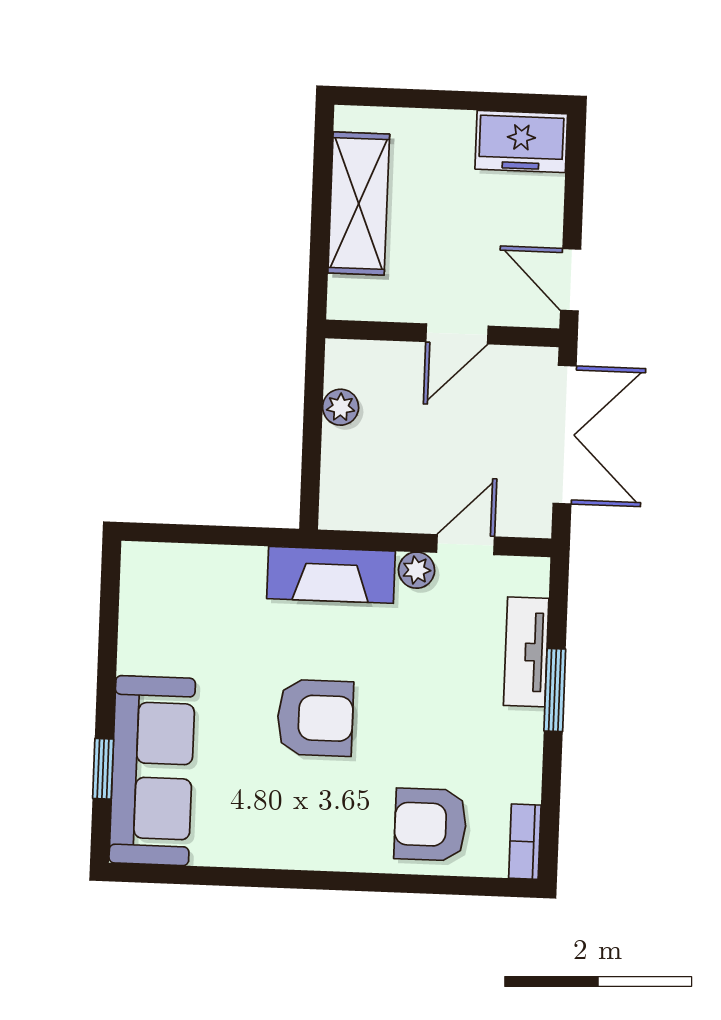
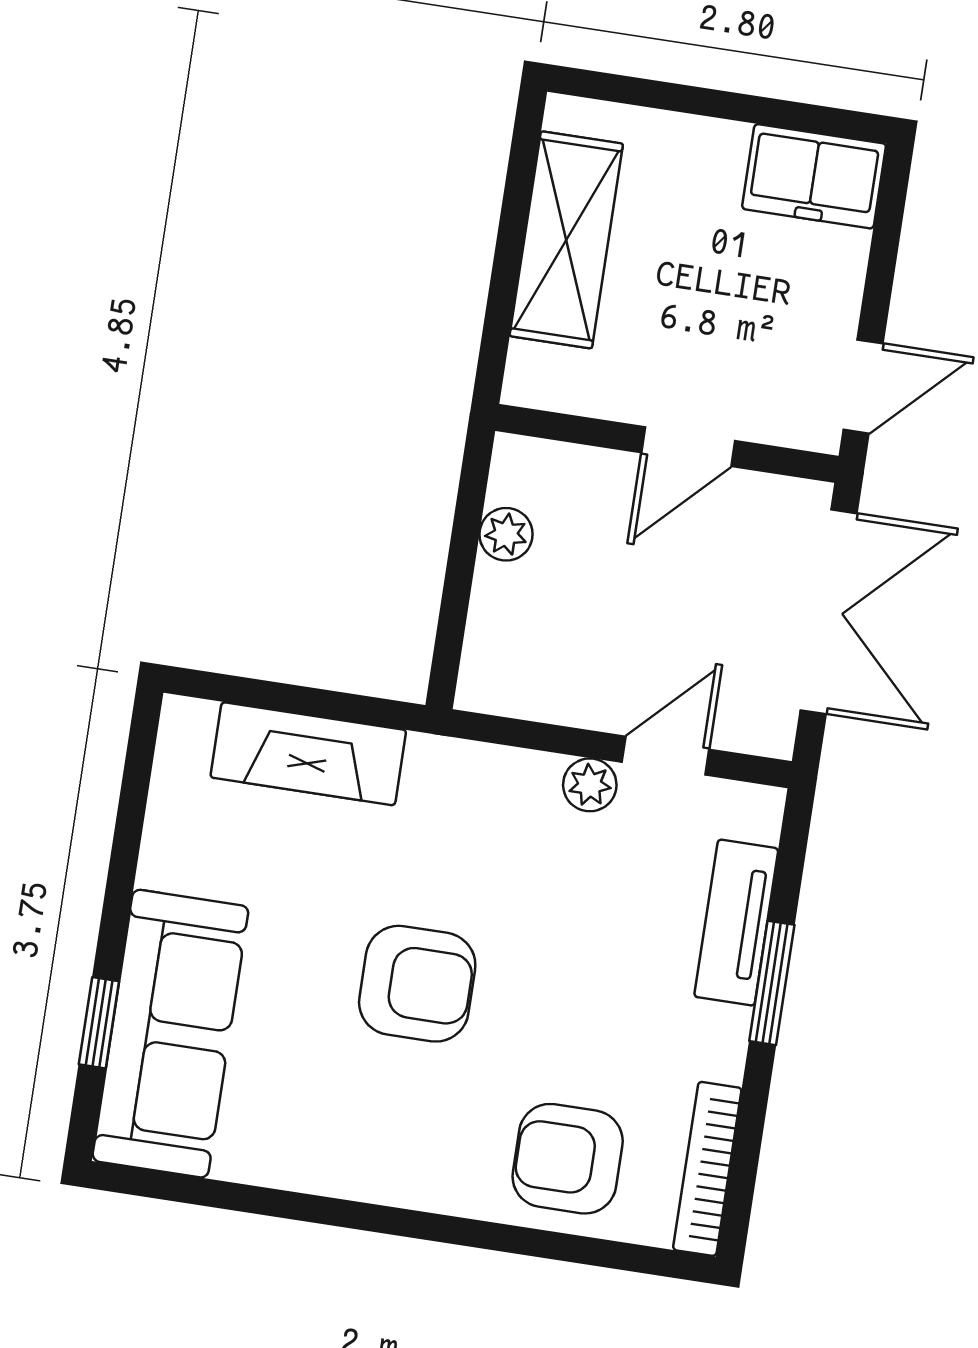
door: (571, 280) -> (863, 386), swing flipped
fireplace: (331, 575) -> (308, 754), moved
bookcase: (525, 842) -> (707, 1169), width x1.56

